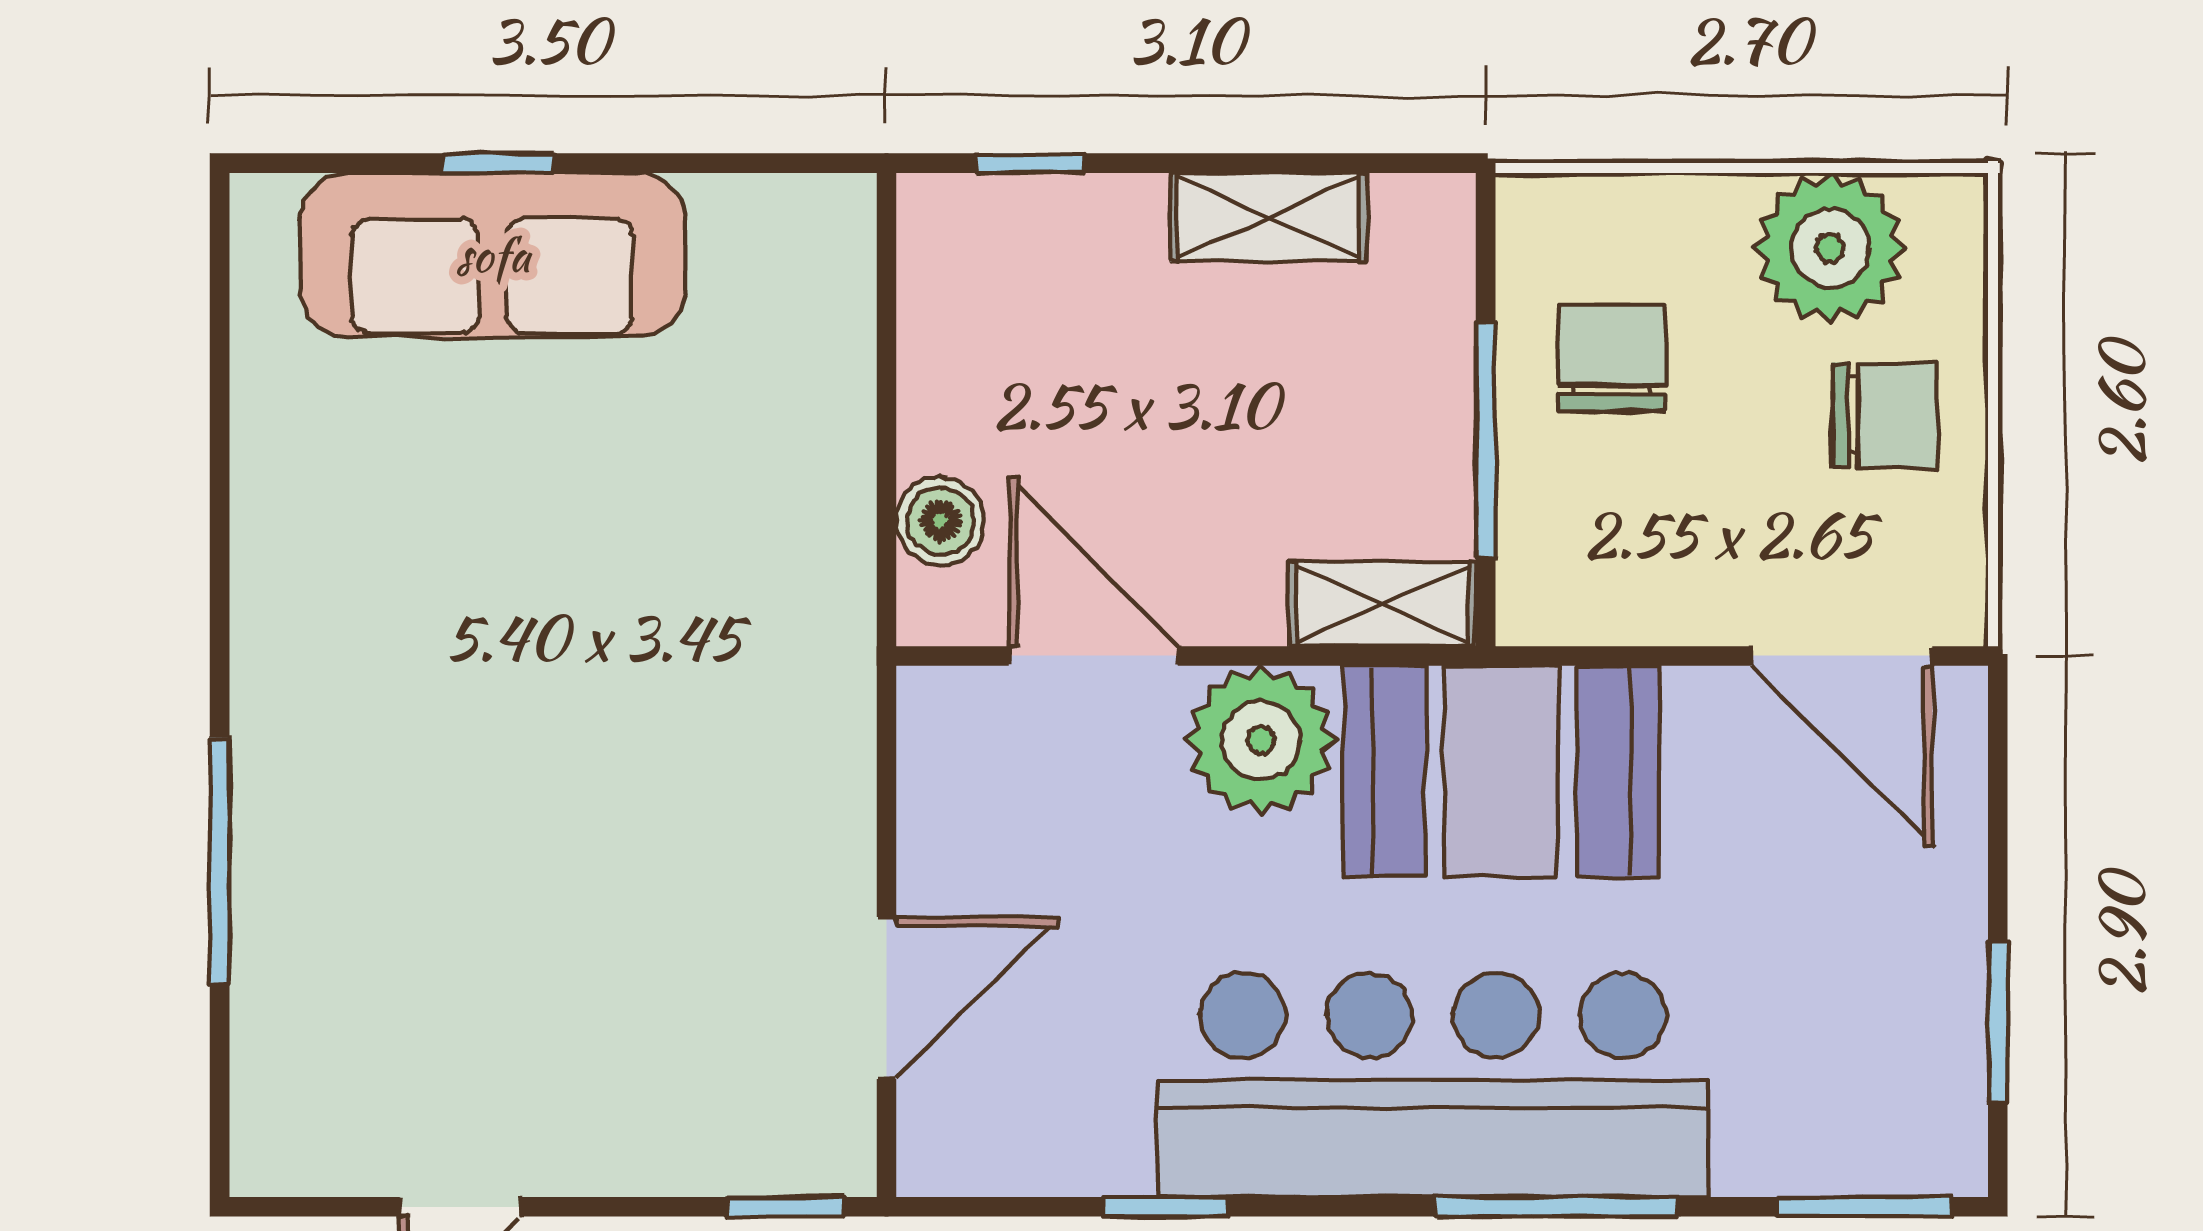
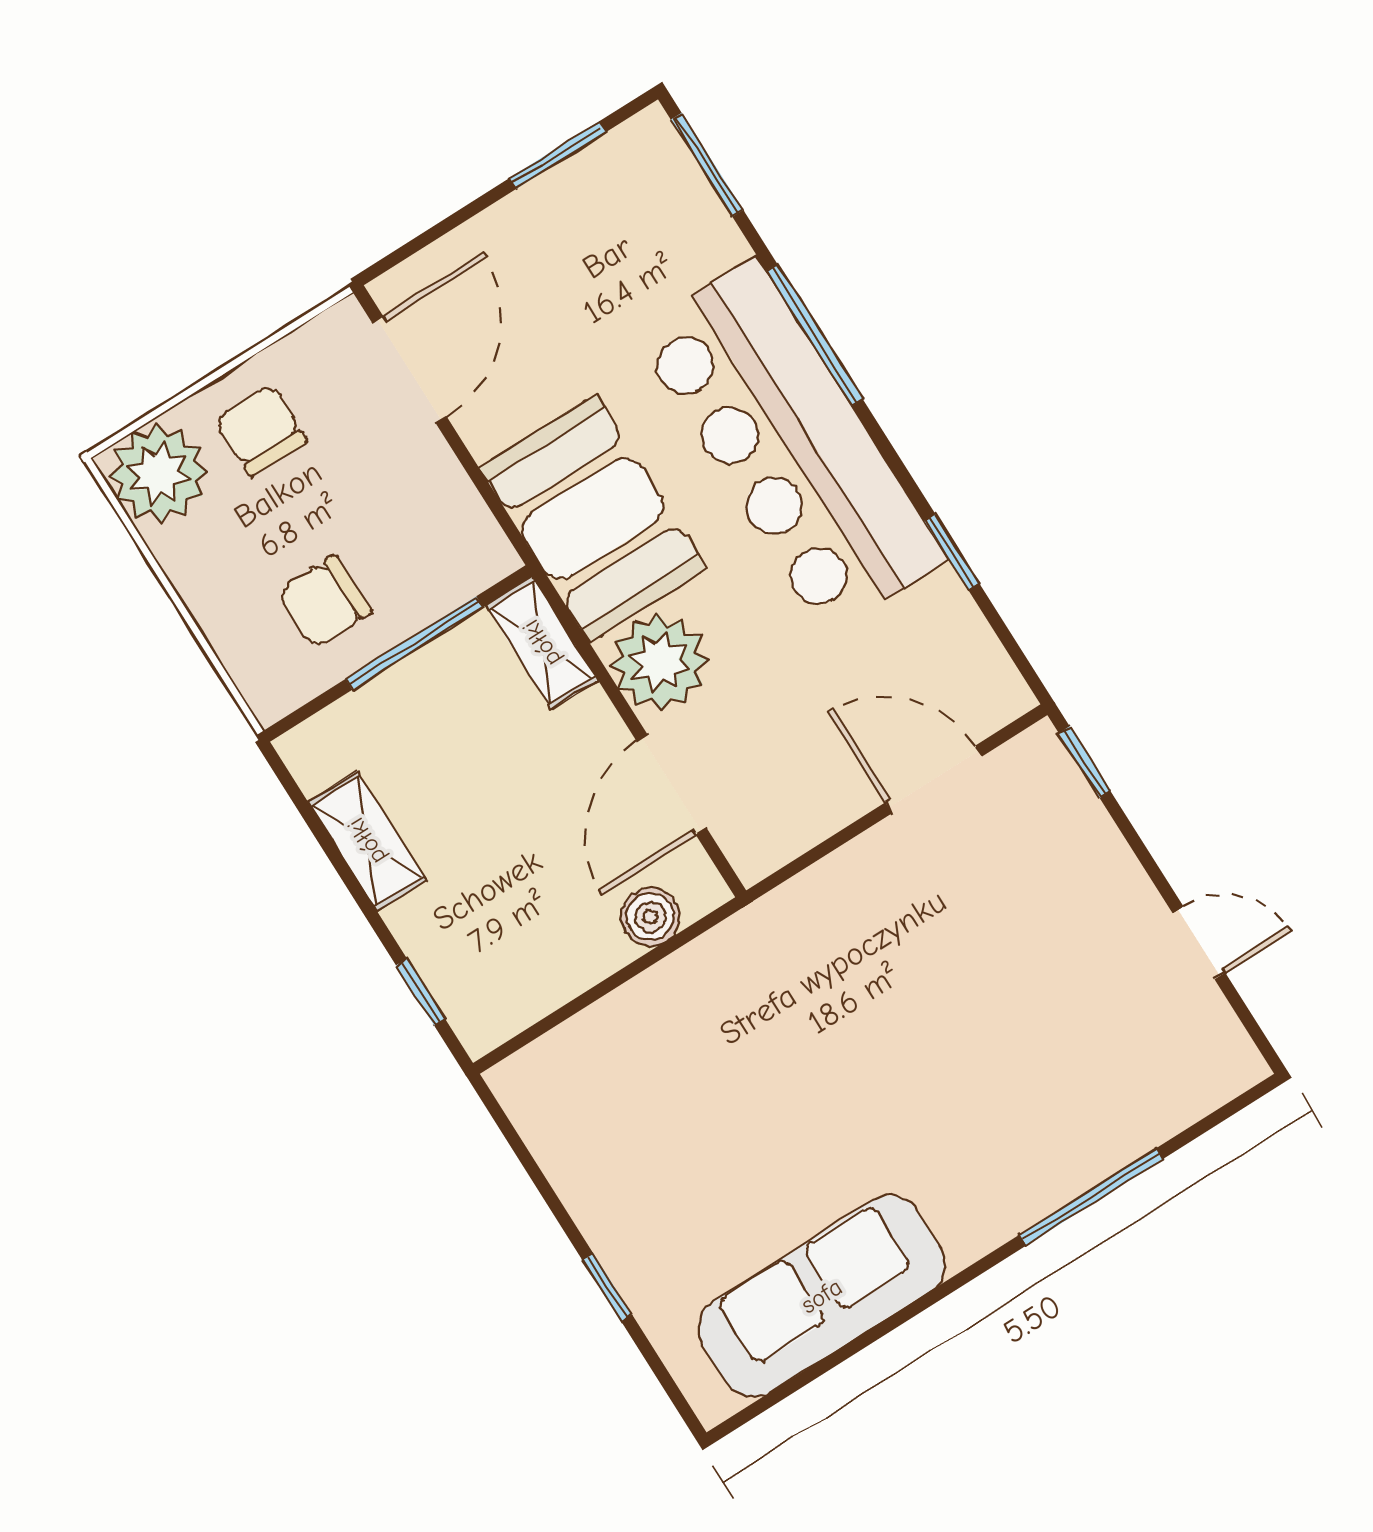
plant: (1830, 248) -> (159, 473), moved
sofa: (493, 255) -> (822, 1296), moved, turned -90

